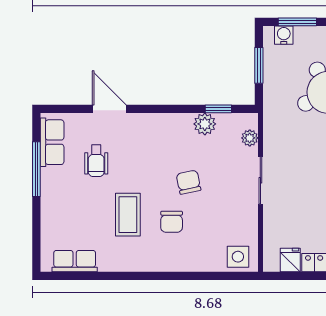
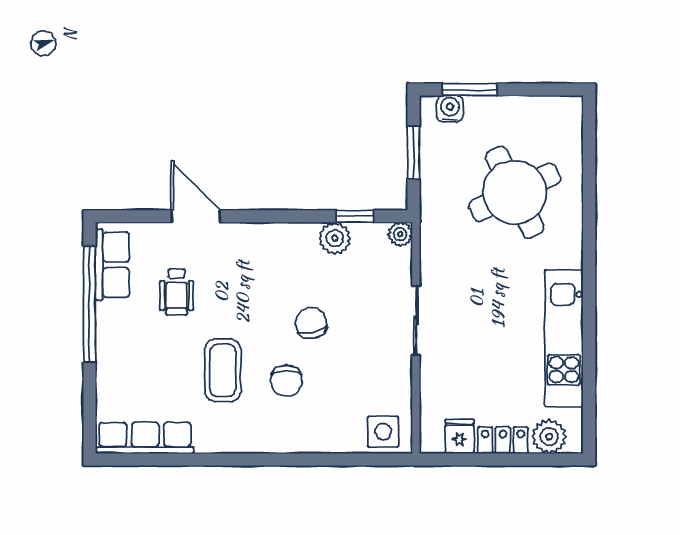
plant: (250, 138) -> (400, 234), moved
window: (36, 169) -> (89, 304), width x1.46
row of seats: (75, 261) -> (145, 438), width x1.48

